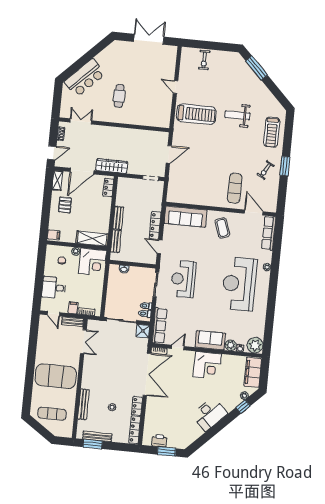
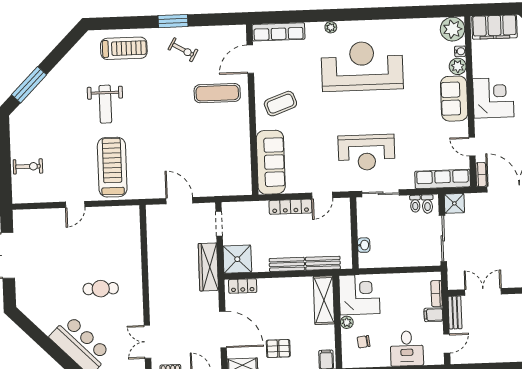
wardrobe: (112, 166) -> (208, 267), moved
shower: (126, 187) -> (237, 259), added
reception desk: (239, 284) -> (362, 66), turned 180

